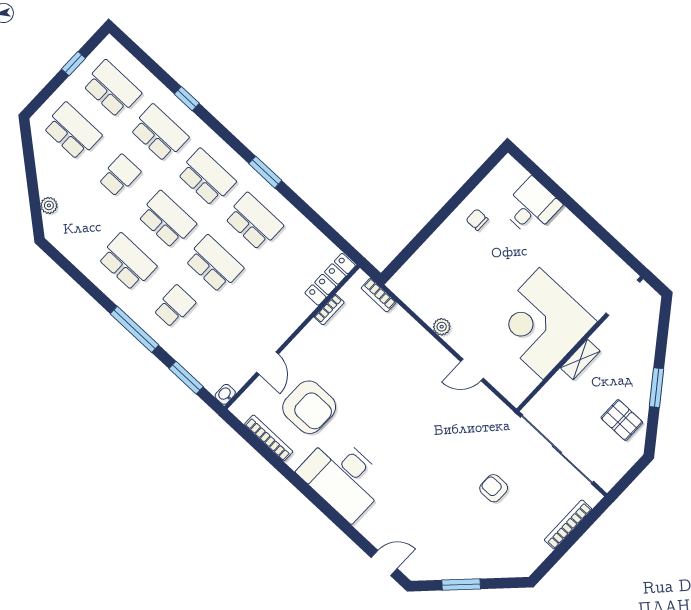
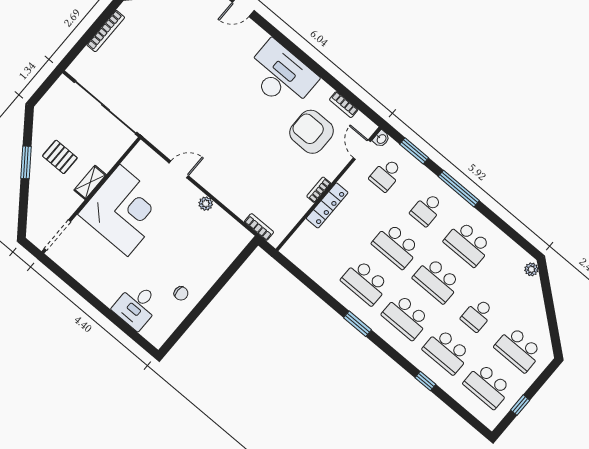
plant: (49, 205) -> (531, 269), moved
locker: (330, 279) -> (327, 205), moved
bookcase: (329, 310) -> (319, 190), moved
school desk: (222, 351) -> (386, 175), added
door: (268, 363) -> (362, 150), moved
pallet: (622, 420) -> (60, 157), moved
bookcase: (269, 438) -> (344, 105), width x0.64
armchair: (494, 488) -> (156, 73), removed
bookcase: (568, 525) -> (106, 31), moved

